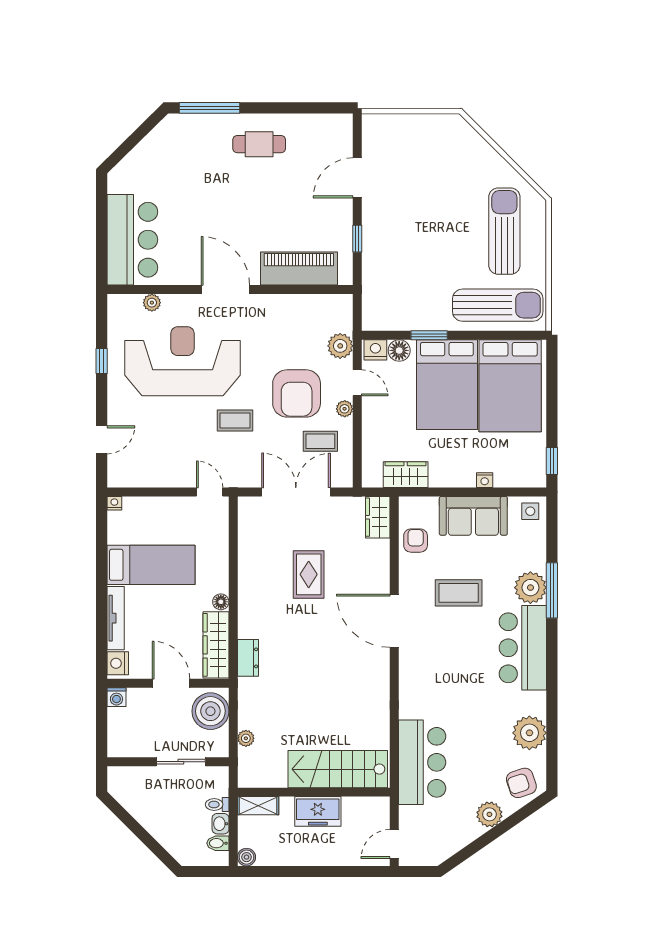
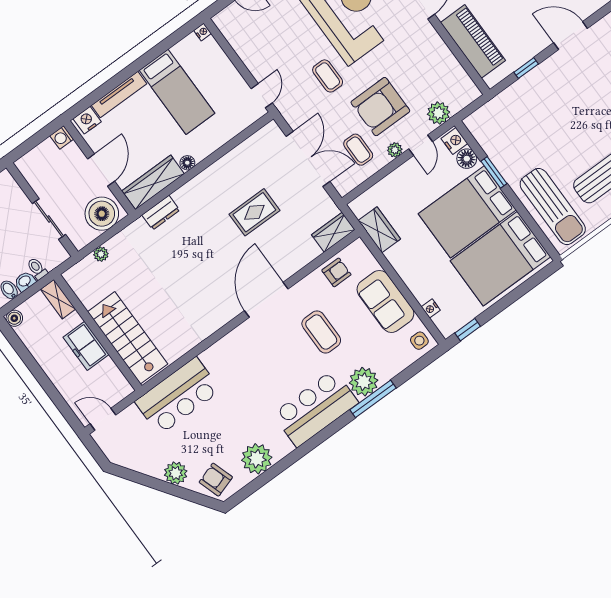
nightstand: (485, 480) -> (431, 308), moved

